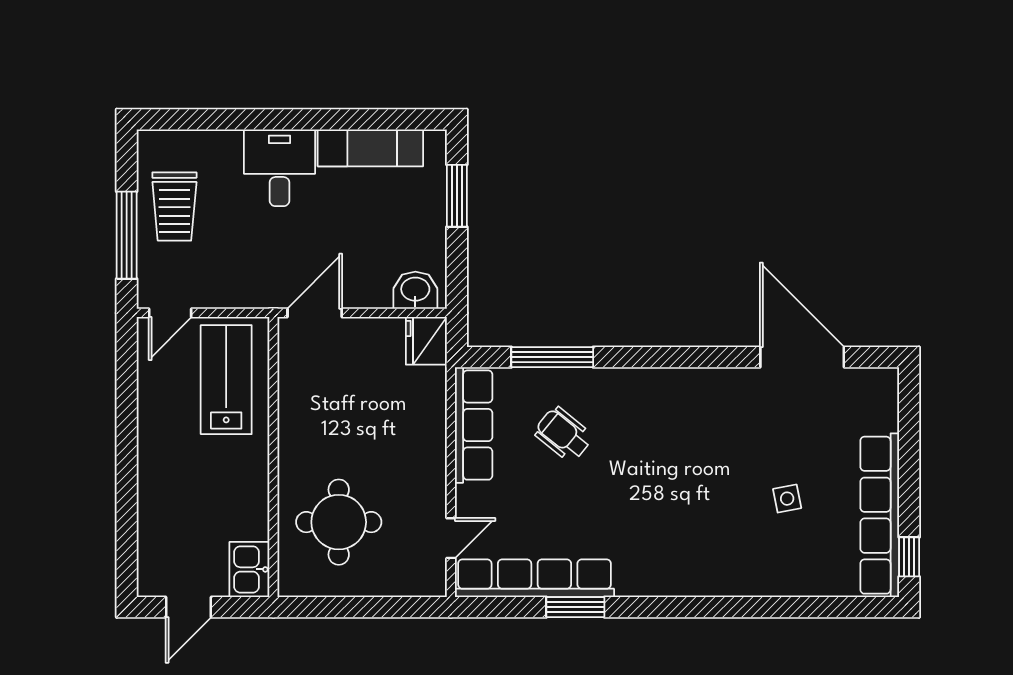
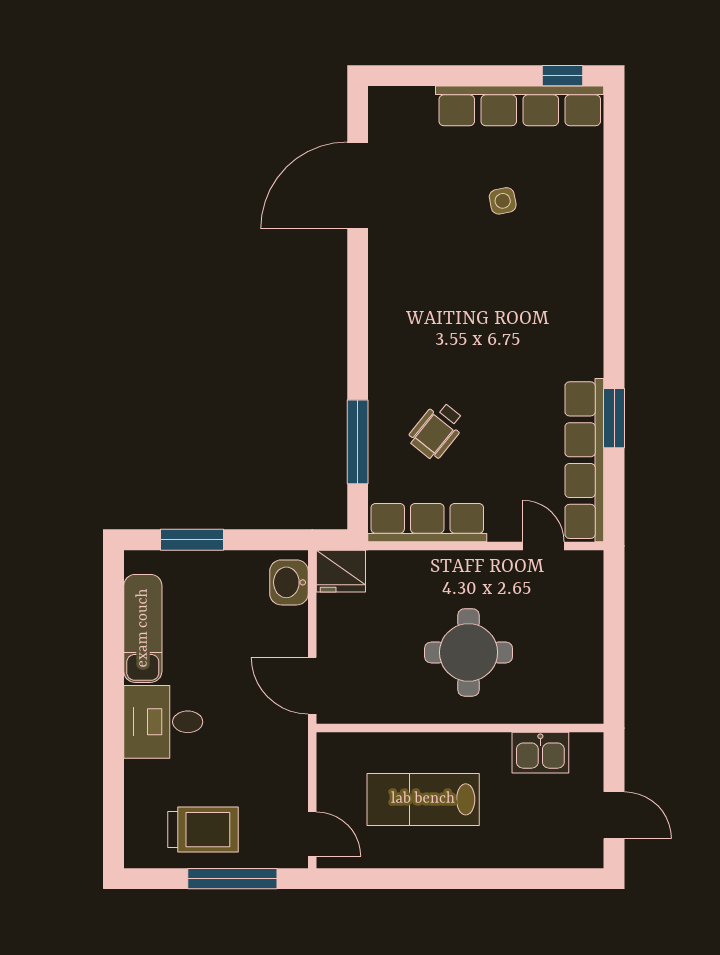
lab bench: (226, 380) -> (423, 799), moved
round table: (339, 522) -> (469, 652), moved
kitchen sink: (249, 569) -> (540, 753), moved

